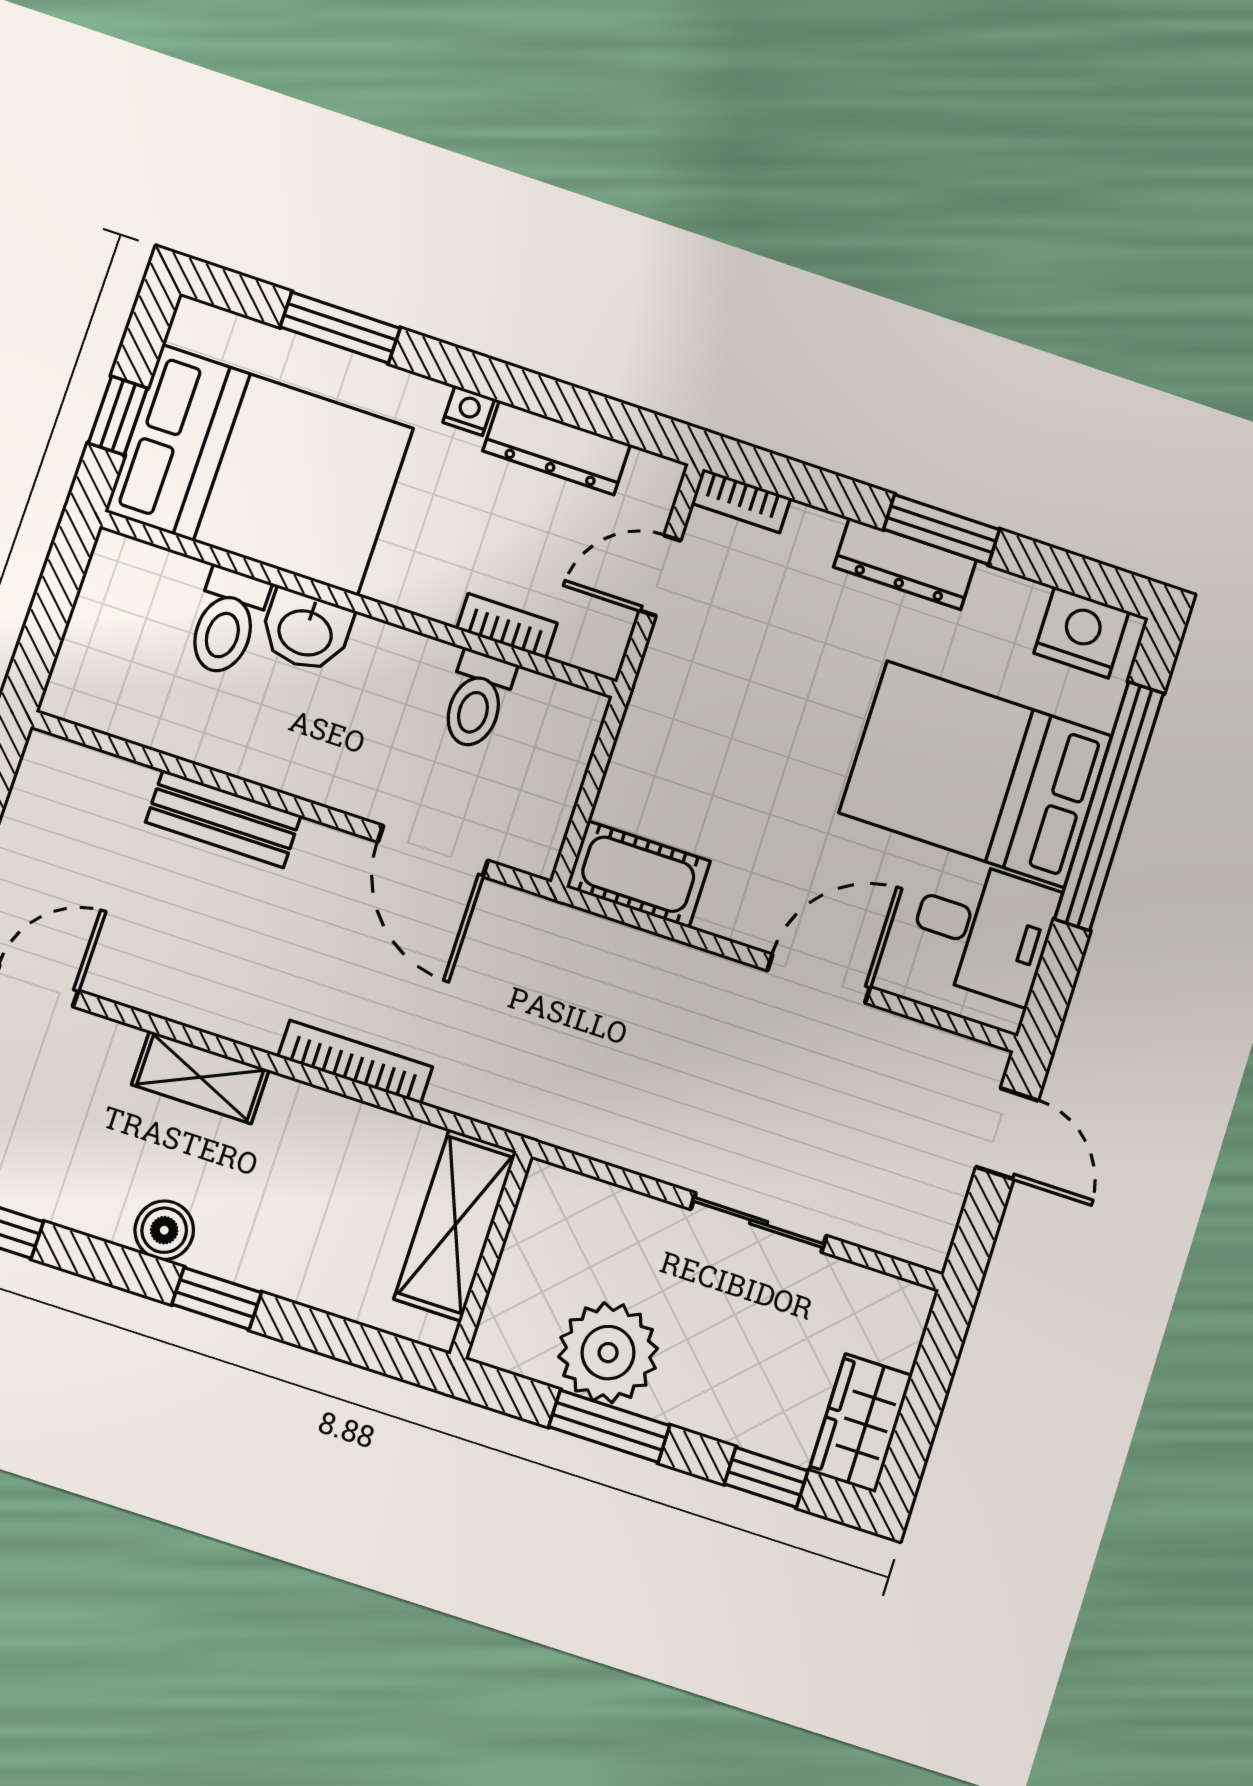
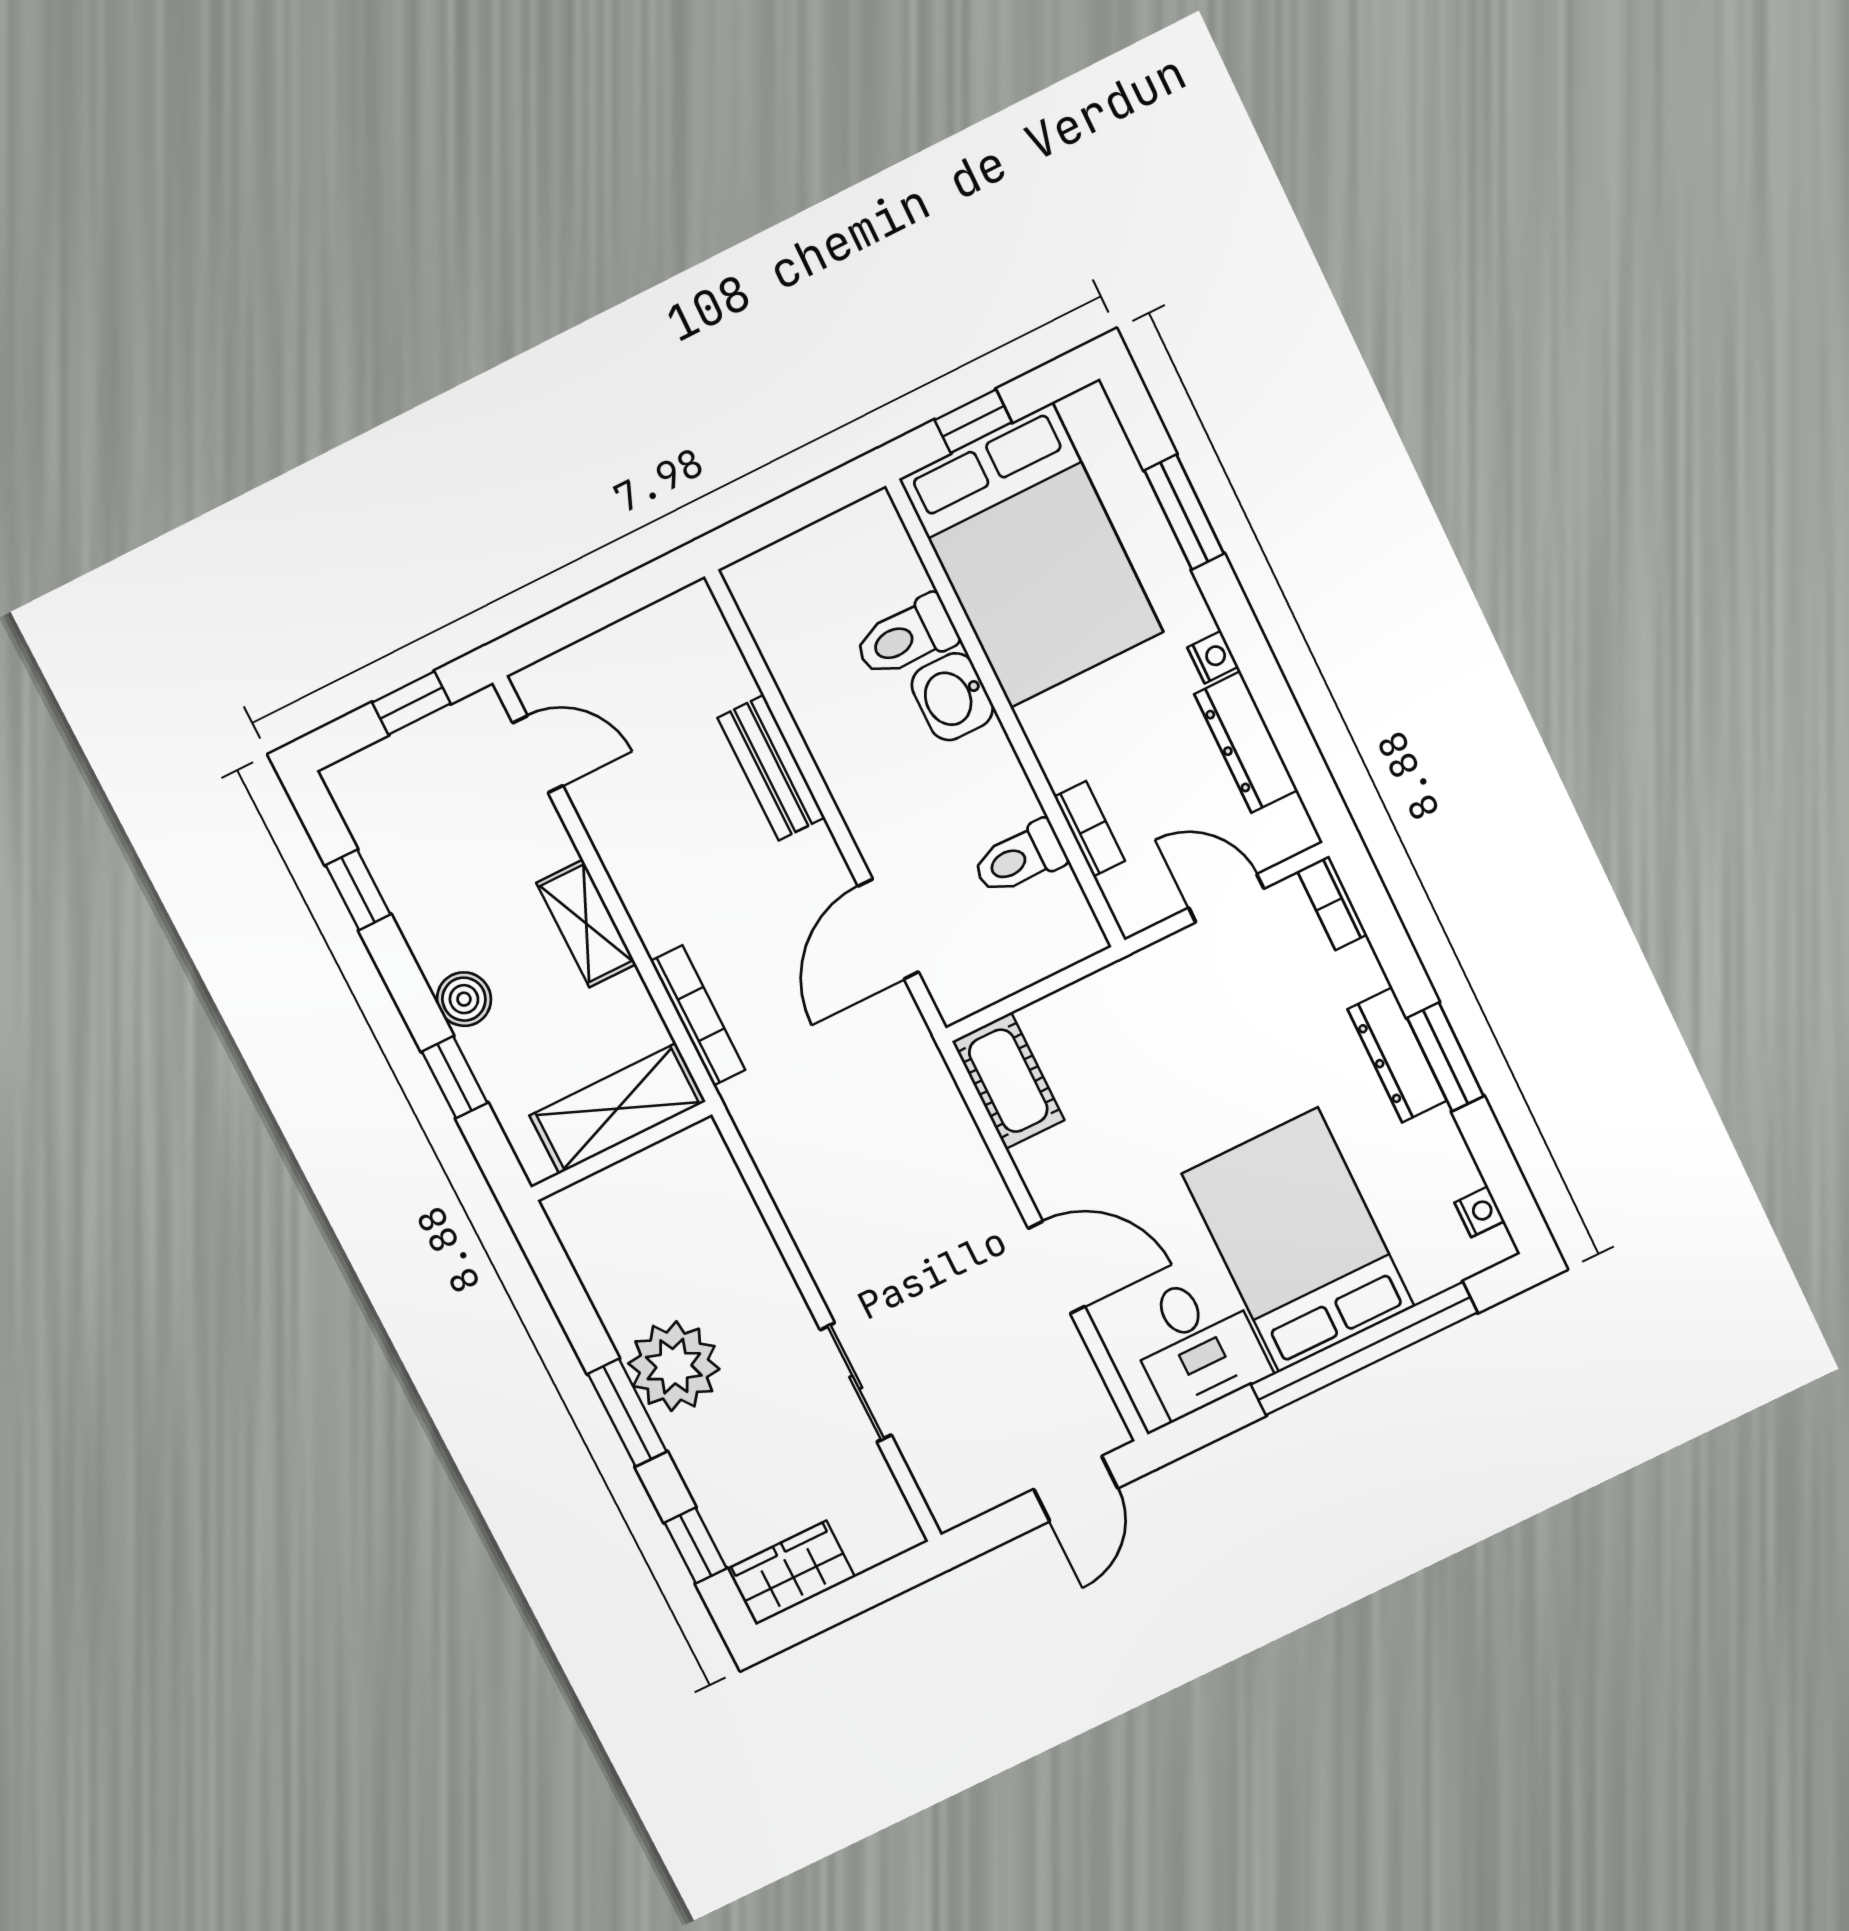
nightstand: (1082, 632) -> (1480, 1212), width x0.53, depth x0.56
shelving: (455, 1225) -> (618, 1109), moved
wall: (491, 1255) -> (621, 1151), moved

